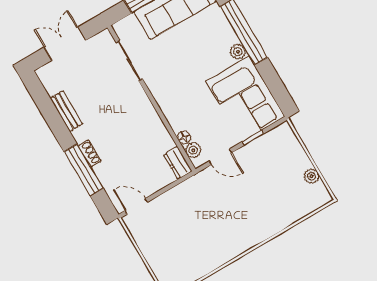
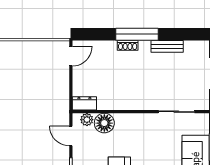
floor lamp: (184, 137) -> (104, 123), width x1.89, depth x1.89
door: (220, 157) -> (71, 136), hinge flipped
window: (84, 170) -> (137, 34), moved

